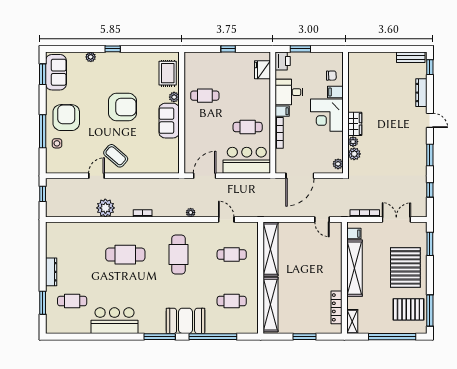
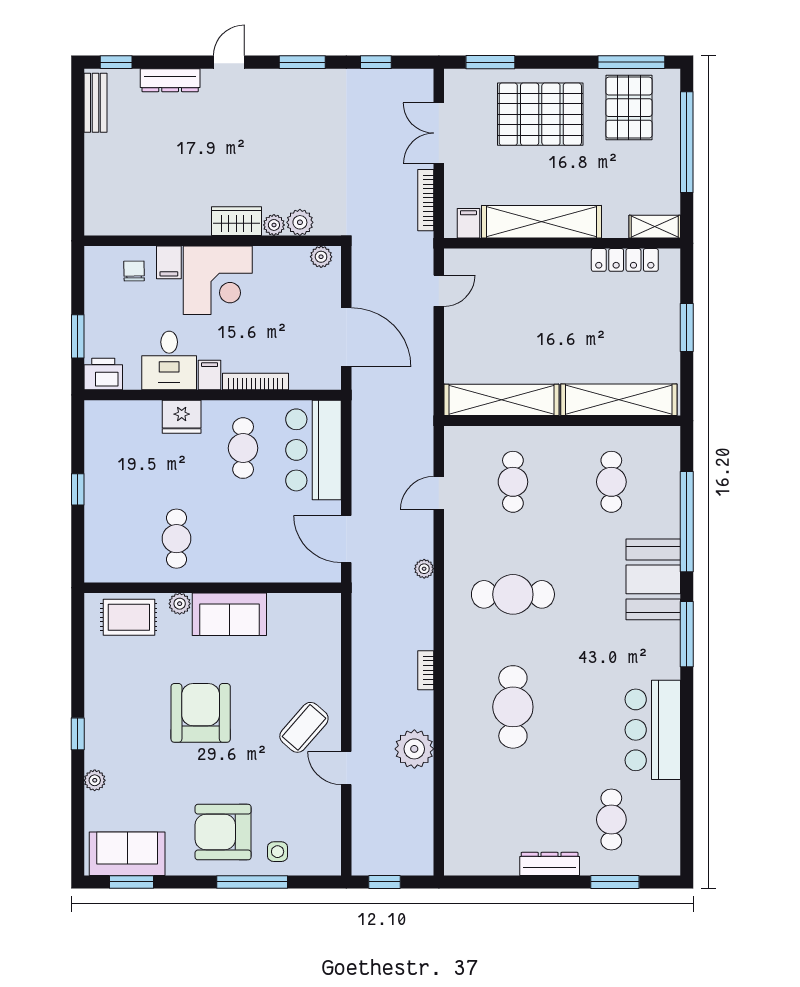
fridge: (262, 70) -> (182, 417), moved

